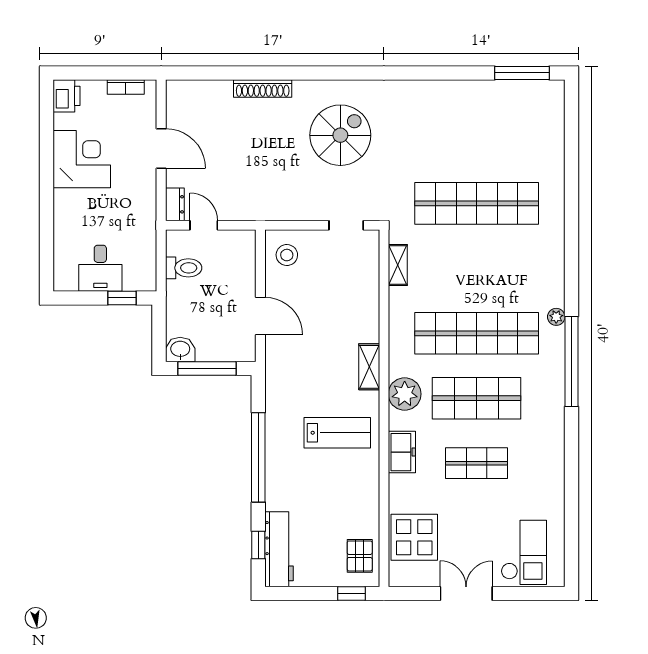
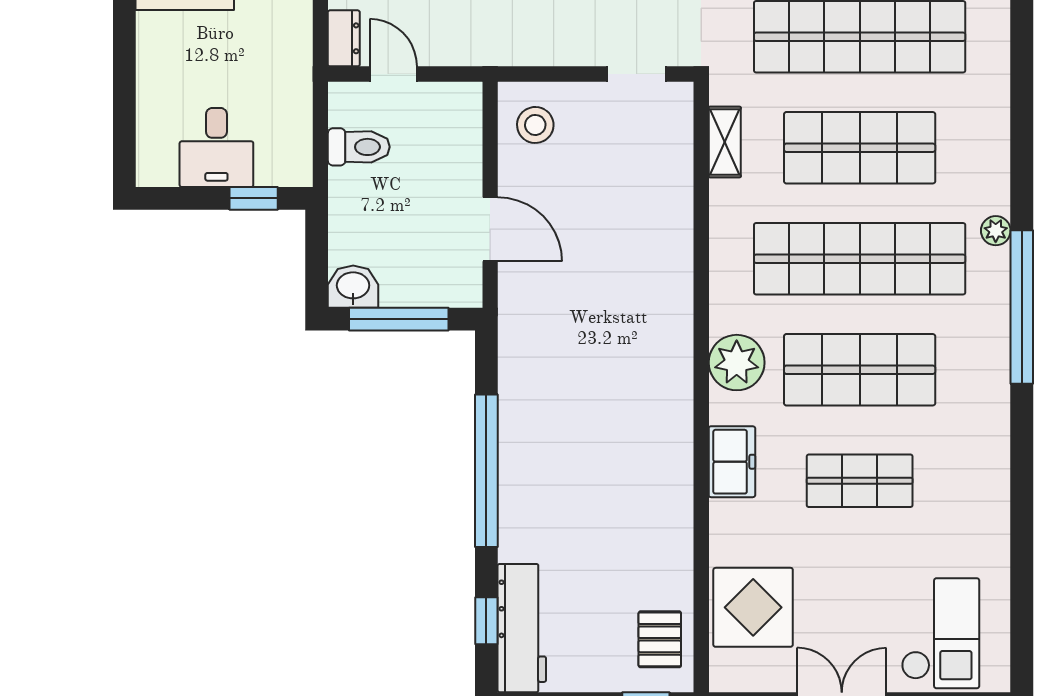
shop shelf: (477, 268) -> (860, 148), added
shelving: (369, 367) -> (676, 316), removed
lab bench: (337, 433) -> (621, 429), removed

